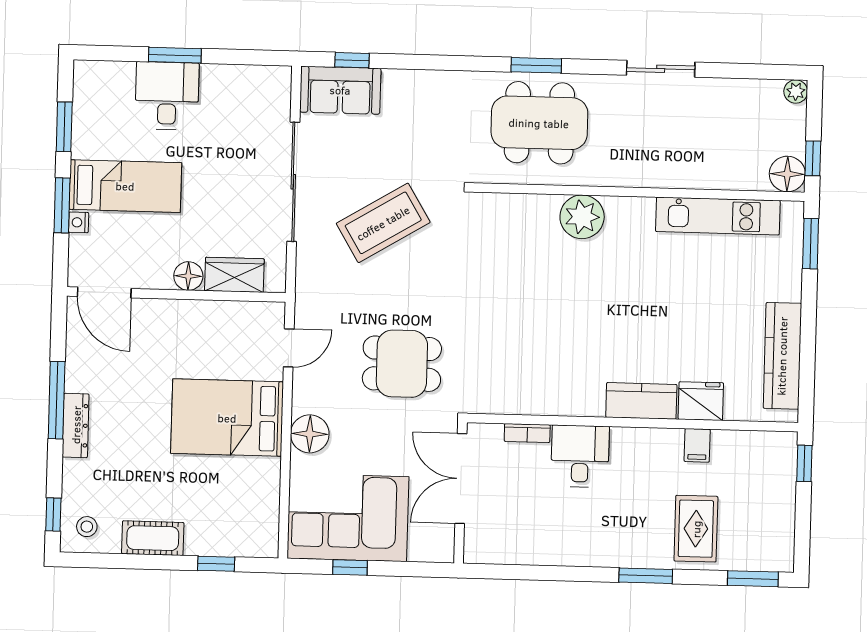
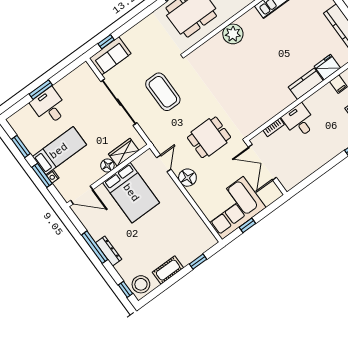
coffee table: (383, 223) -> (163, 92), turned -59
bed: (227, 418) -> (131, 193), moved, turned -90
floor lamp: (310, 434) -> (187, 178), moved
stool: (87, 527) -> (141, 284), width x1.89, depth x1.89

